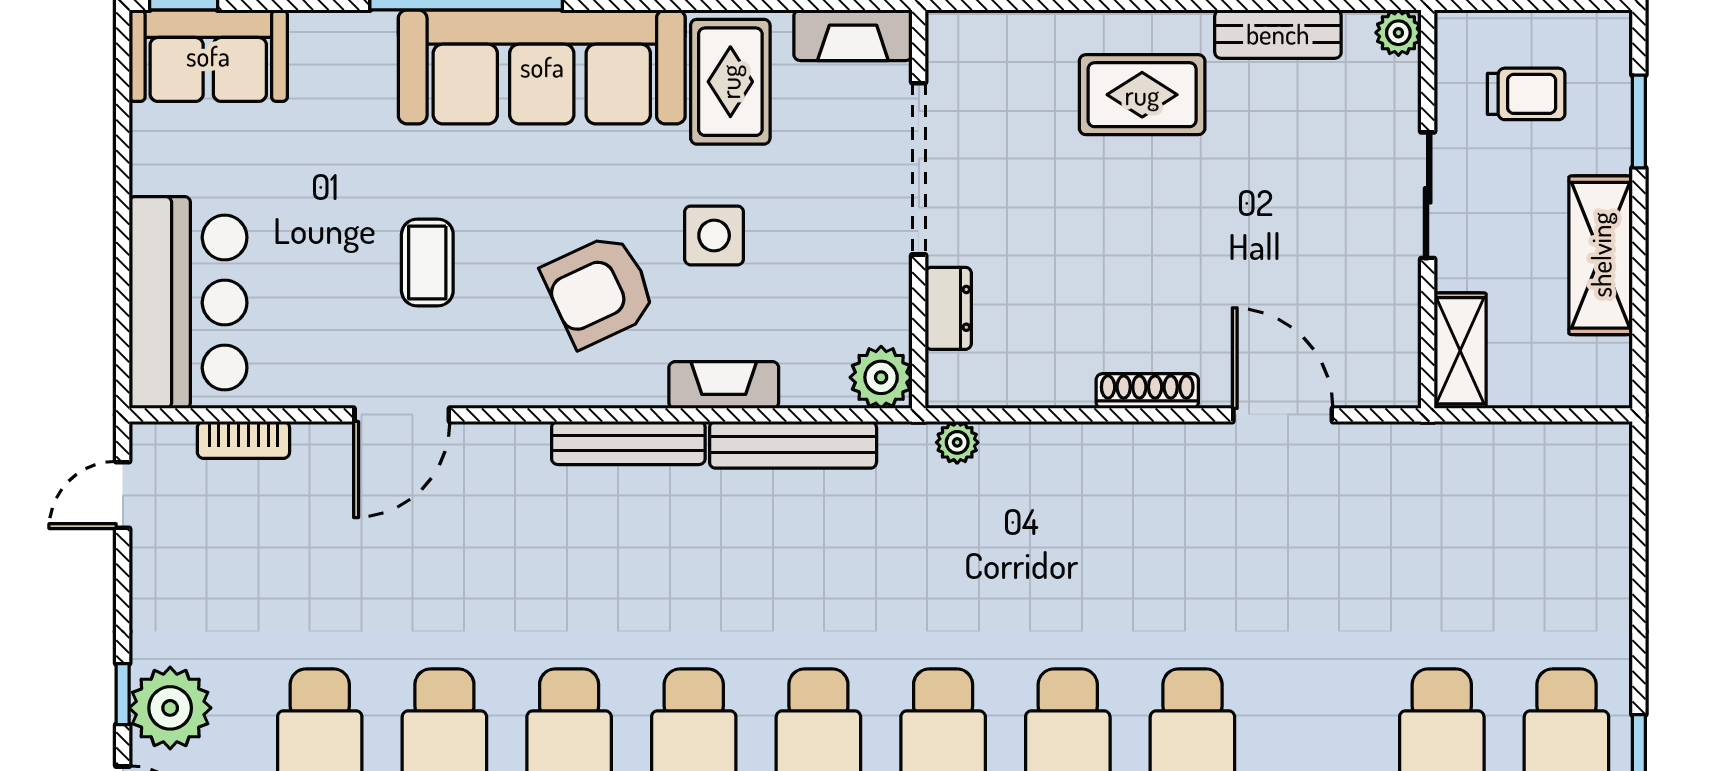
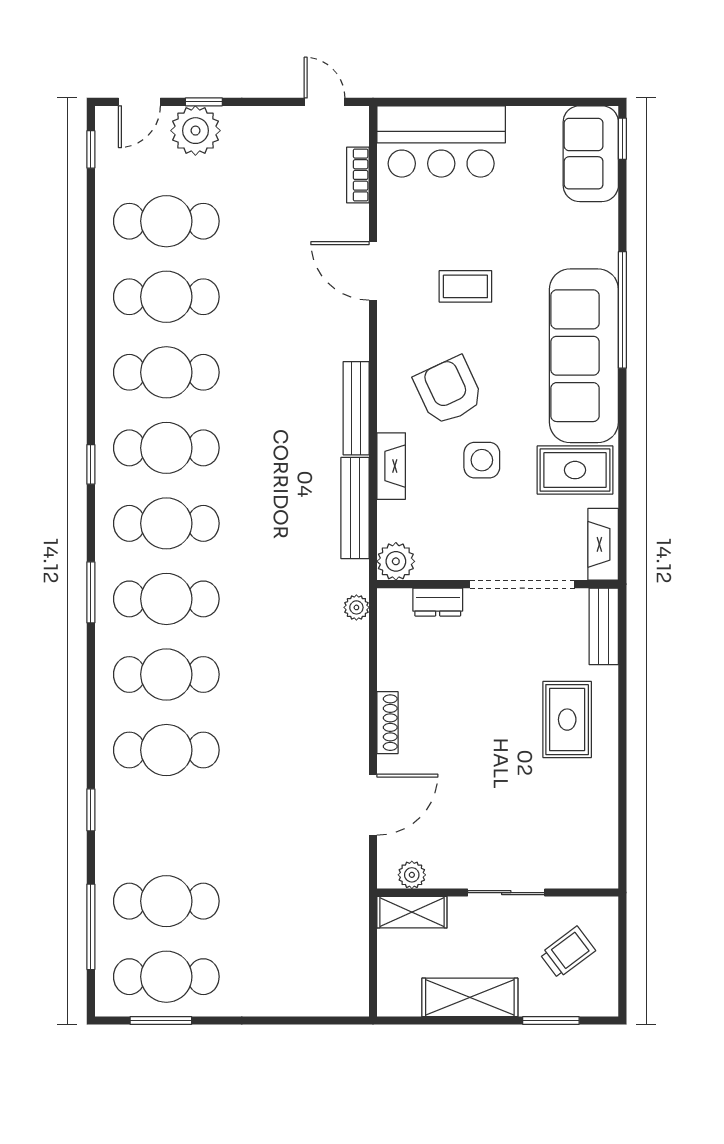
plant: (1398, 33) -> (412, 875), moved
bench: (1278, 34) -> (604, 626), moved
trolley: (1526, 94) -> (568, 952), turned -127

